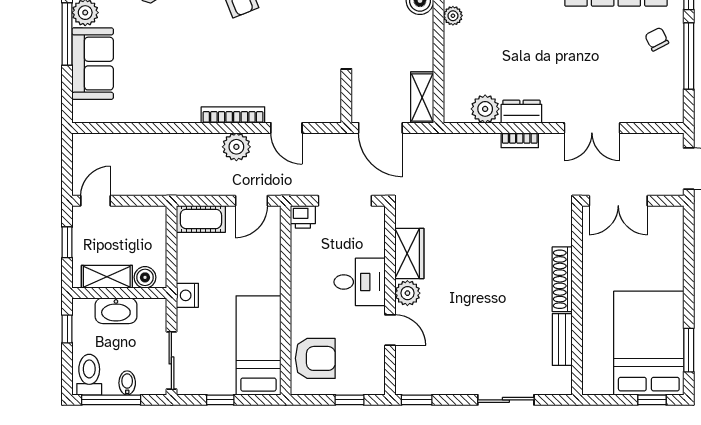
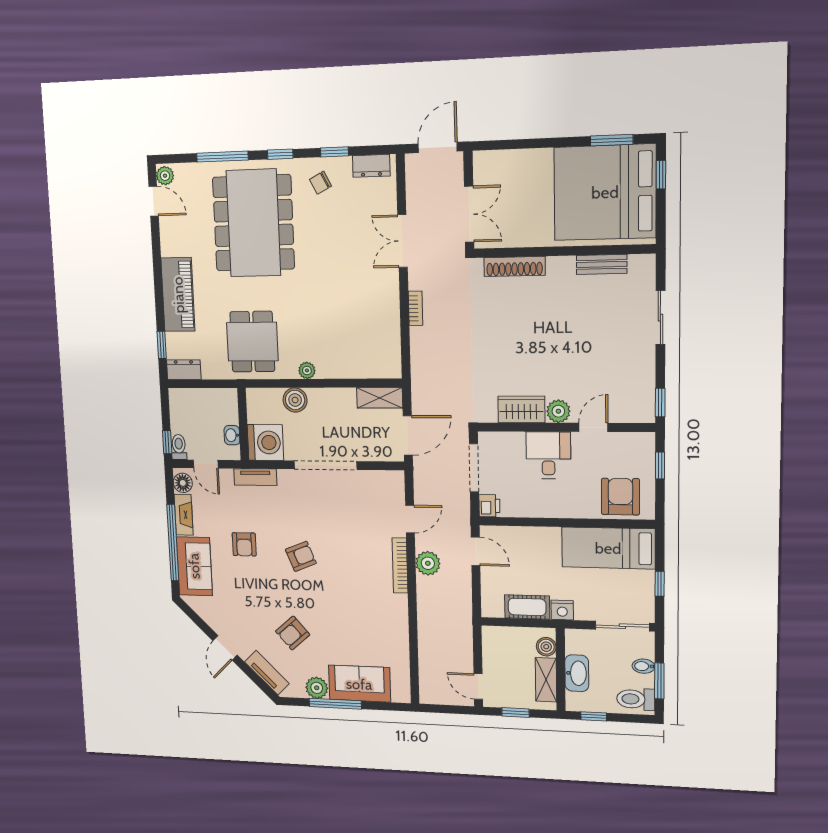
window: (689, 56) -> (335, 152), width x0.46
plant: (485, 109) -> (388, 341), removed
dresser: (521, 112) -> (371, 166), moved, turned -90
double door: (592, 128) -> (402, 241), swing flipped
cot: (201, 219) -> (527, 607), moved, turned 90
shoe rack: (562, 279) -> (515, 266), moved
bed: (649, 343) -> (605, 192), width x1.36
window: (111, 400) -> (659, 681), width x0.69

